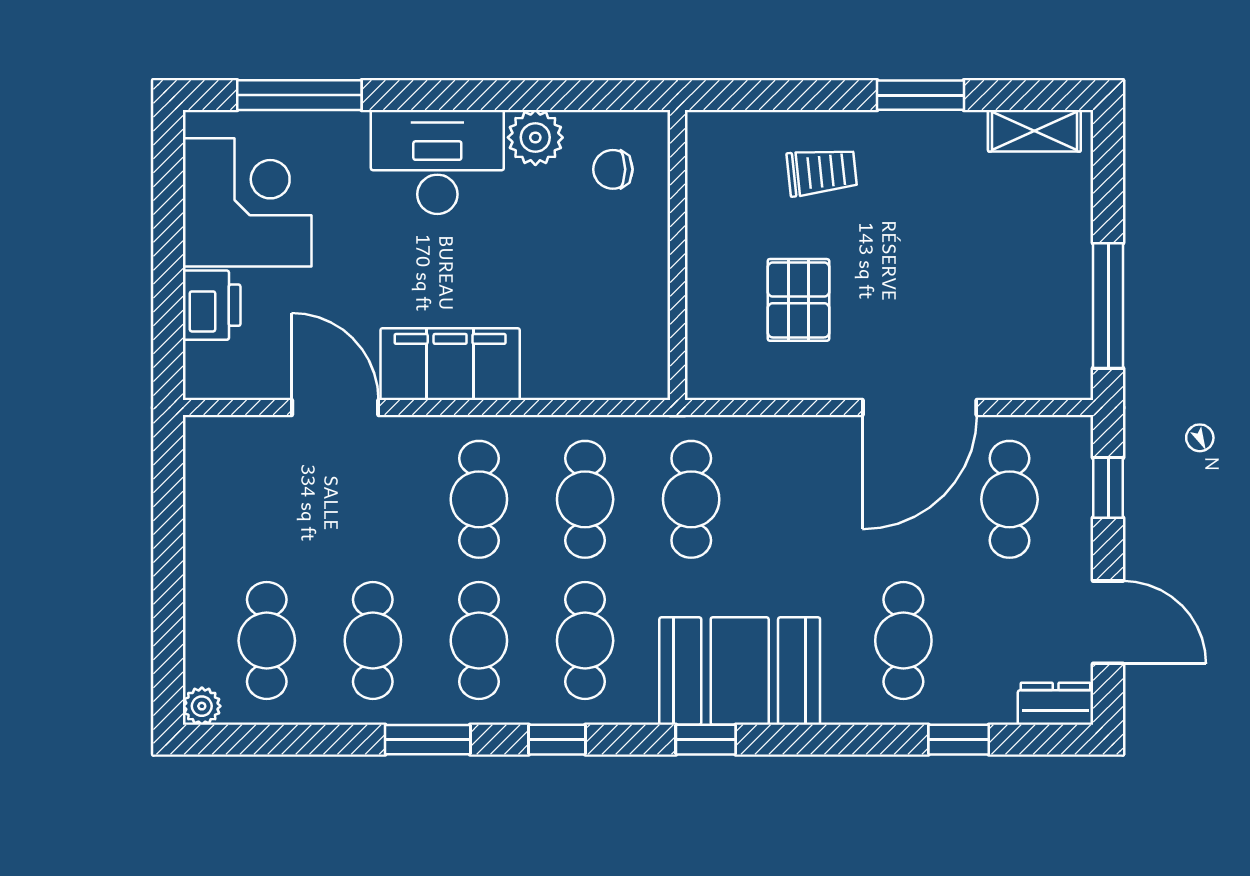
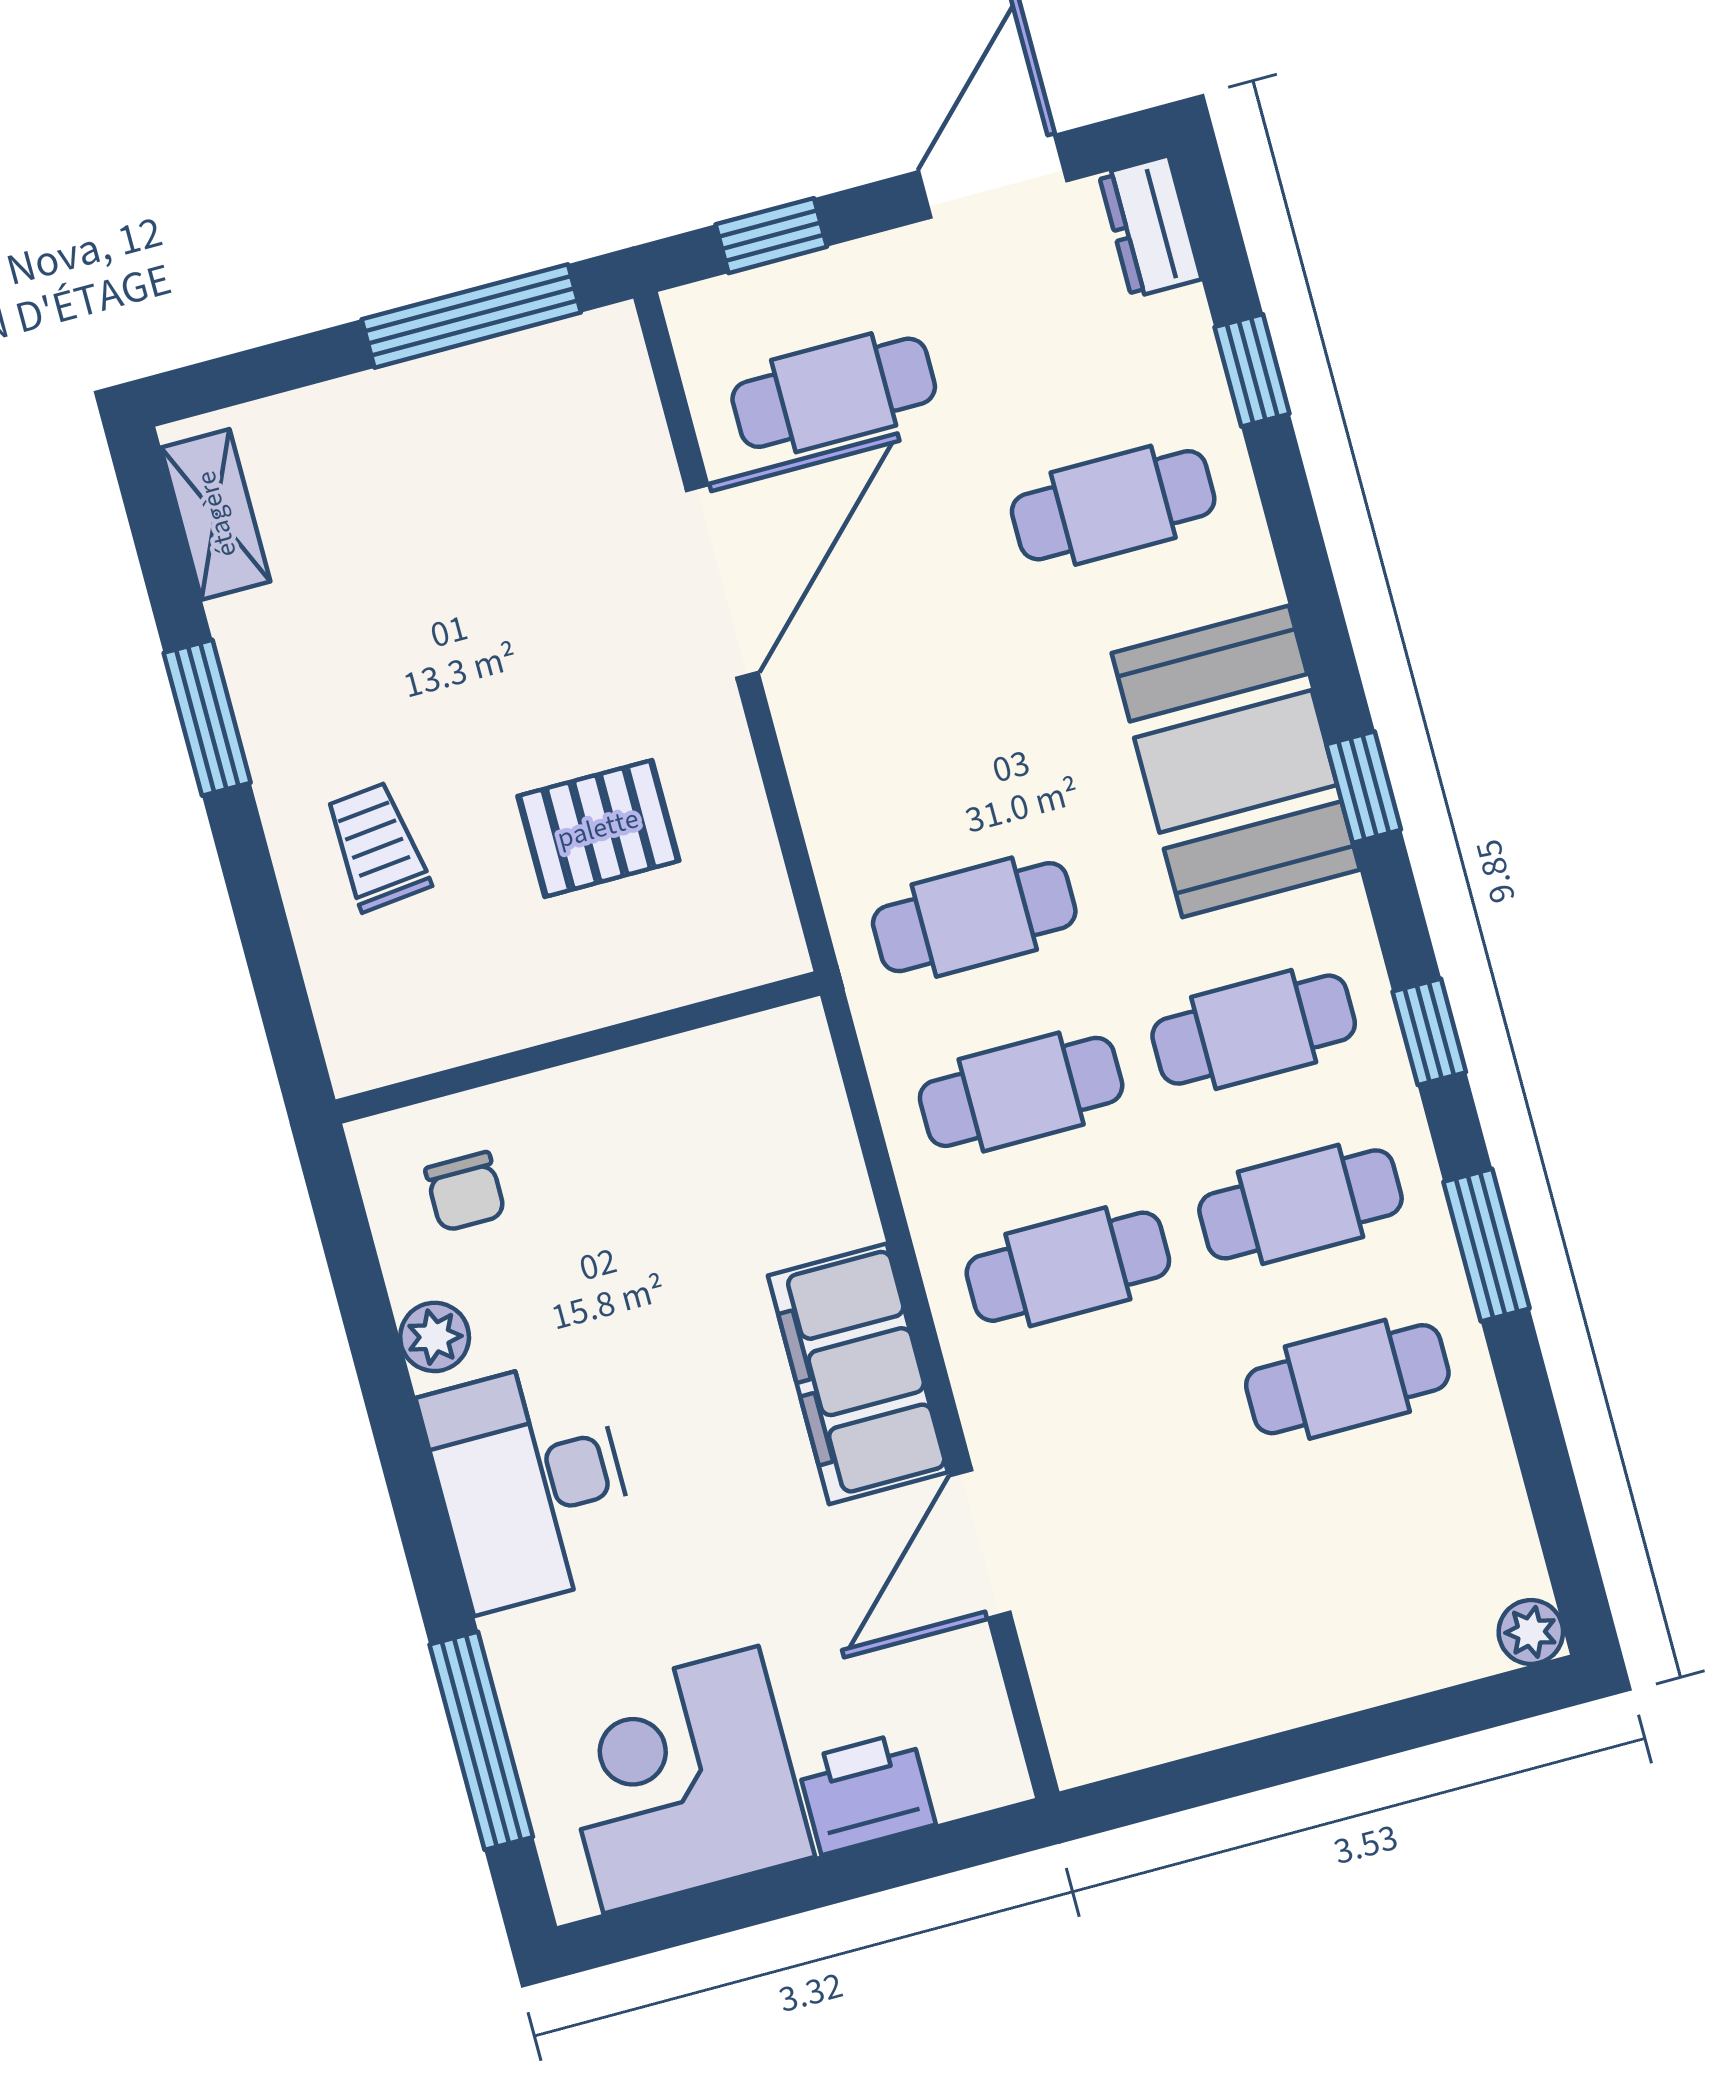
plant: (535, 137) -> (435, 1337), width x0.73, depth x0.73
door: (920, 408) -> (722, 581), hinge flipped
cafe table: (267, 641) -> (1394, 1554), removed

